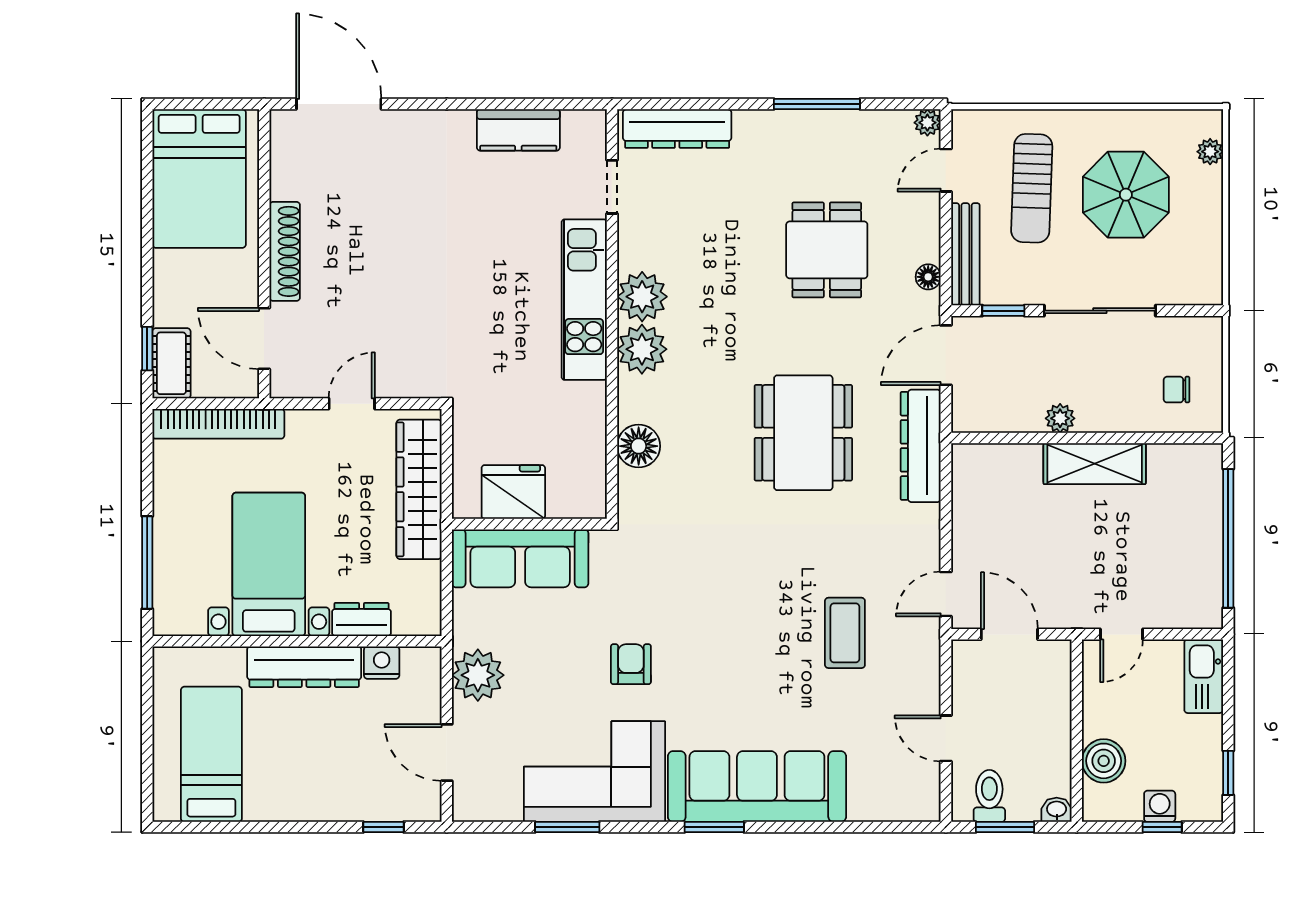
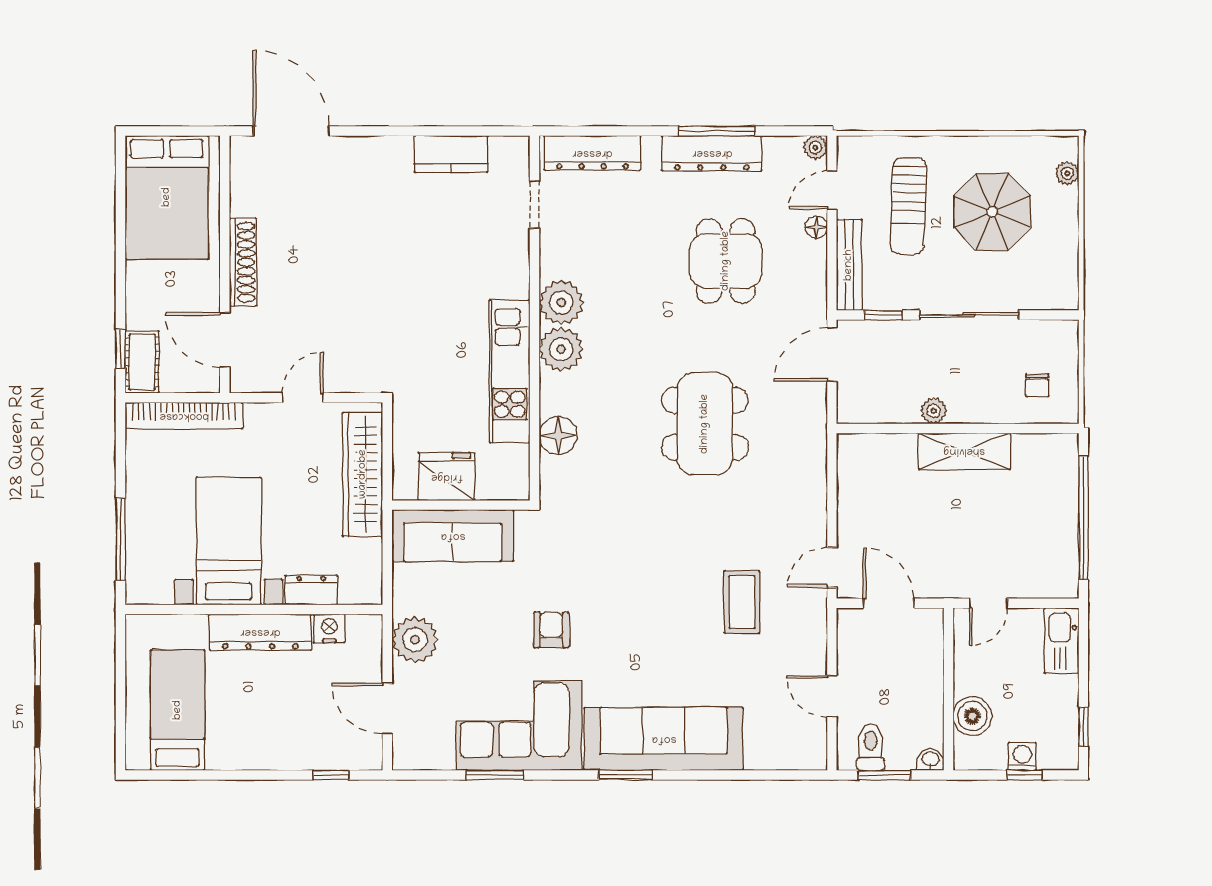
floor lamp: (928, 277) -> (816, 227), moved
kitchen unit: (584, 300) -> (510, 371), moved
chair: (1177, 390) -> (1037, 385), turned -90
dresser: (921, 446) -> (712, 153), moved, turned -90

